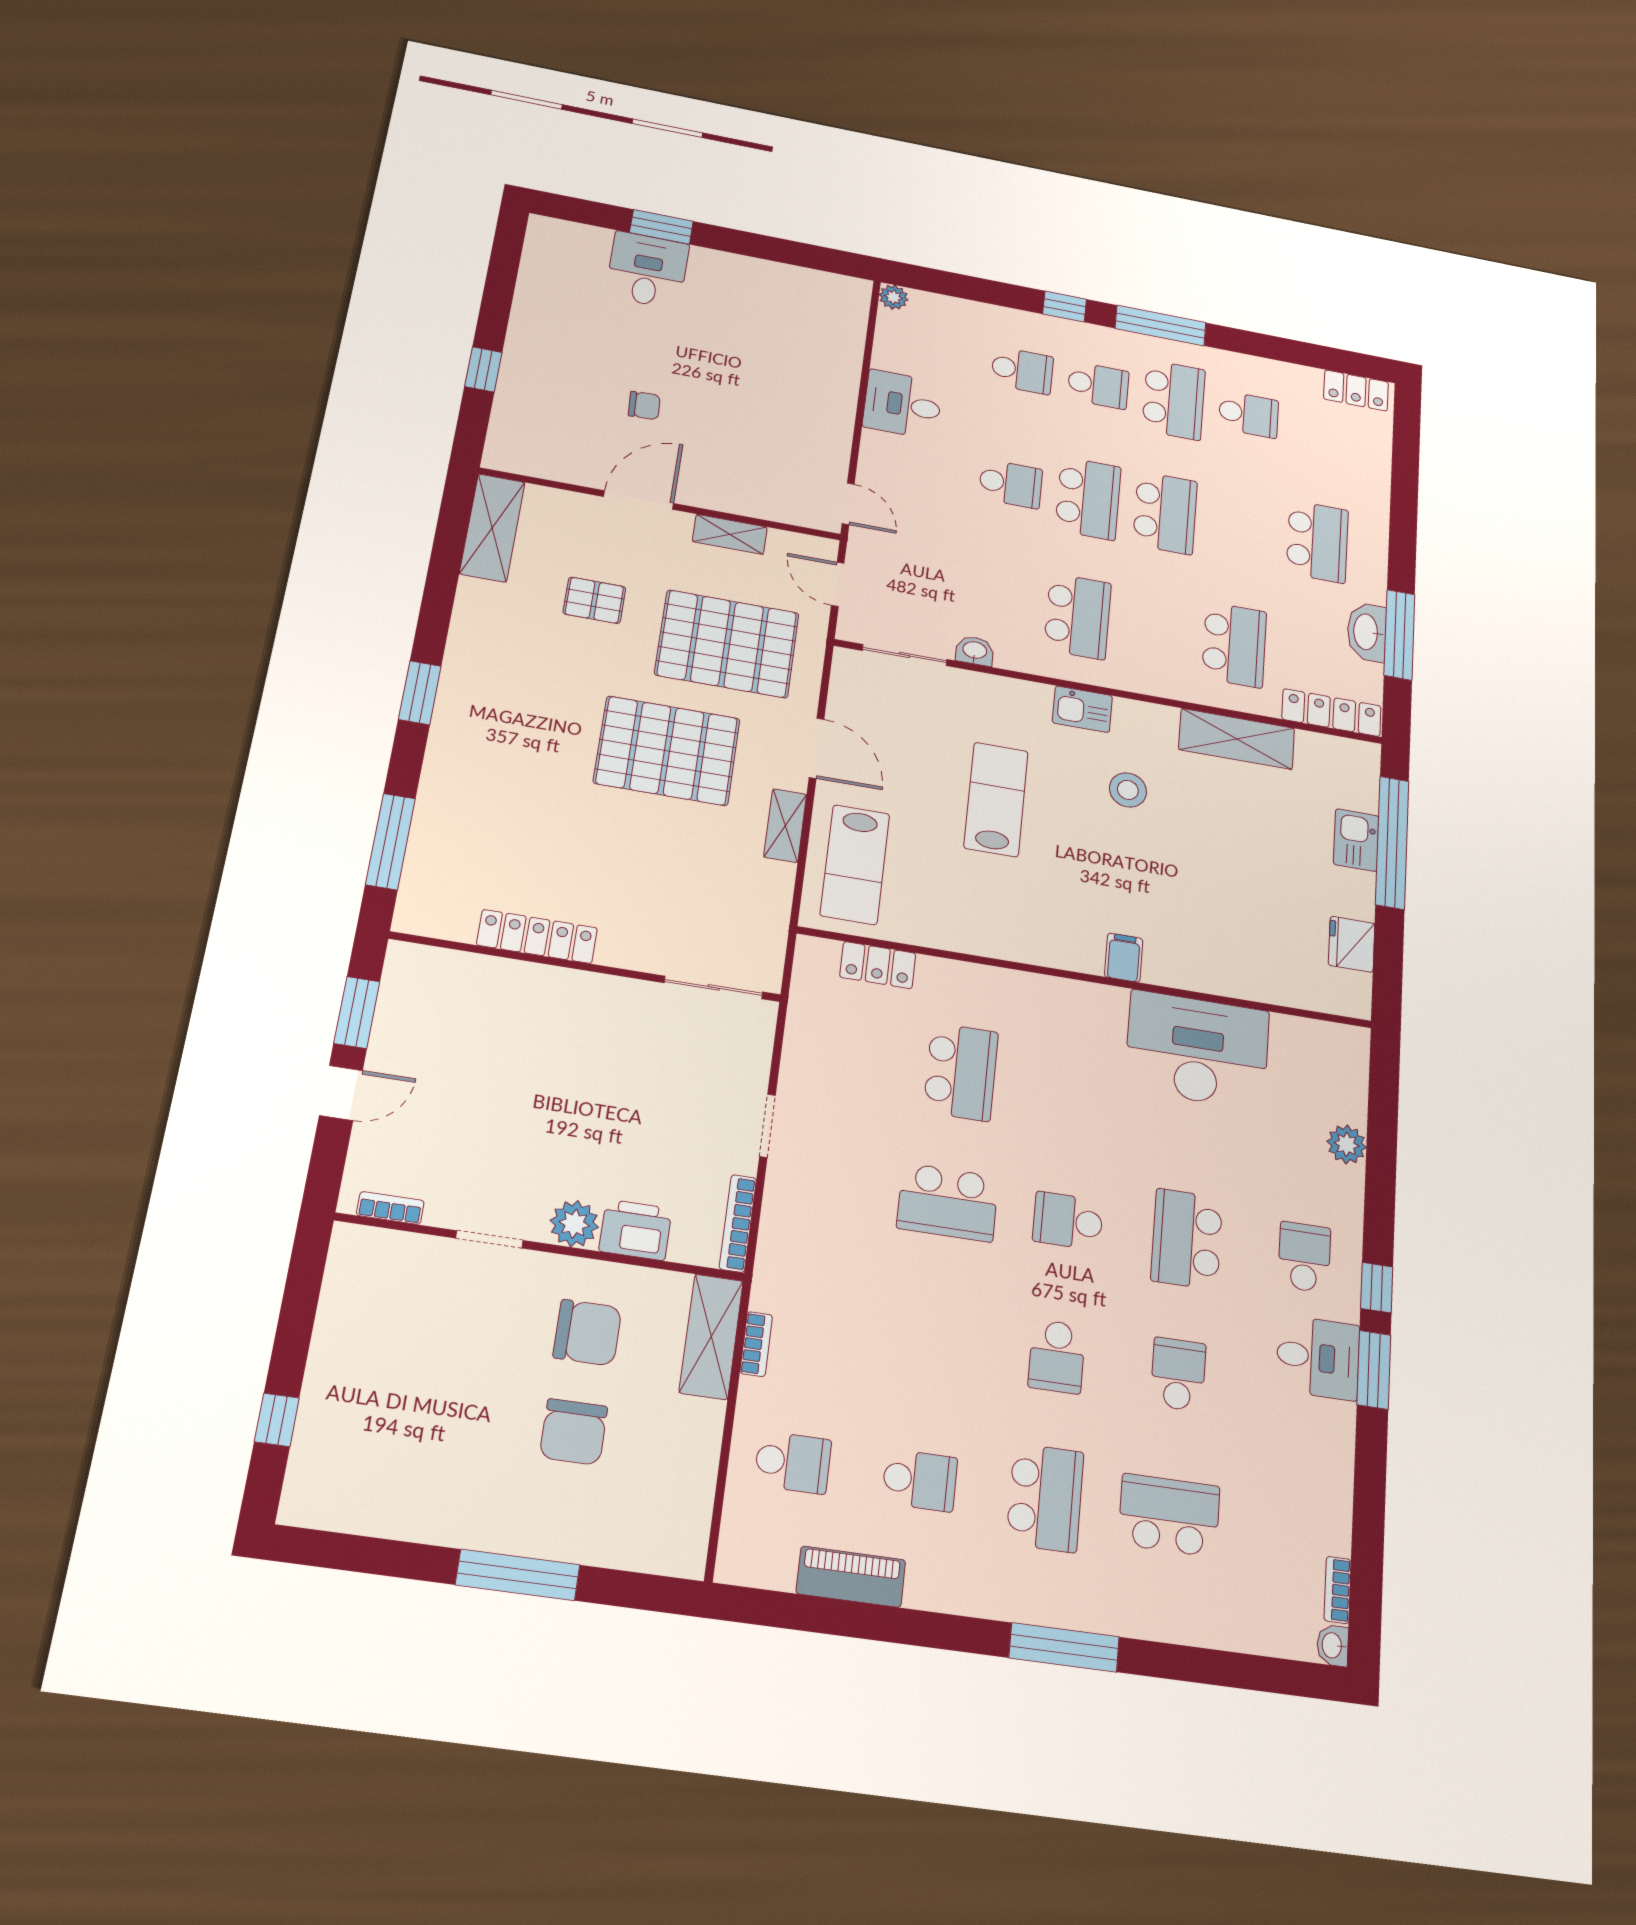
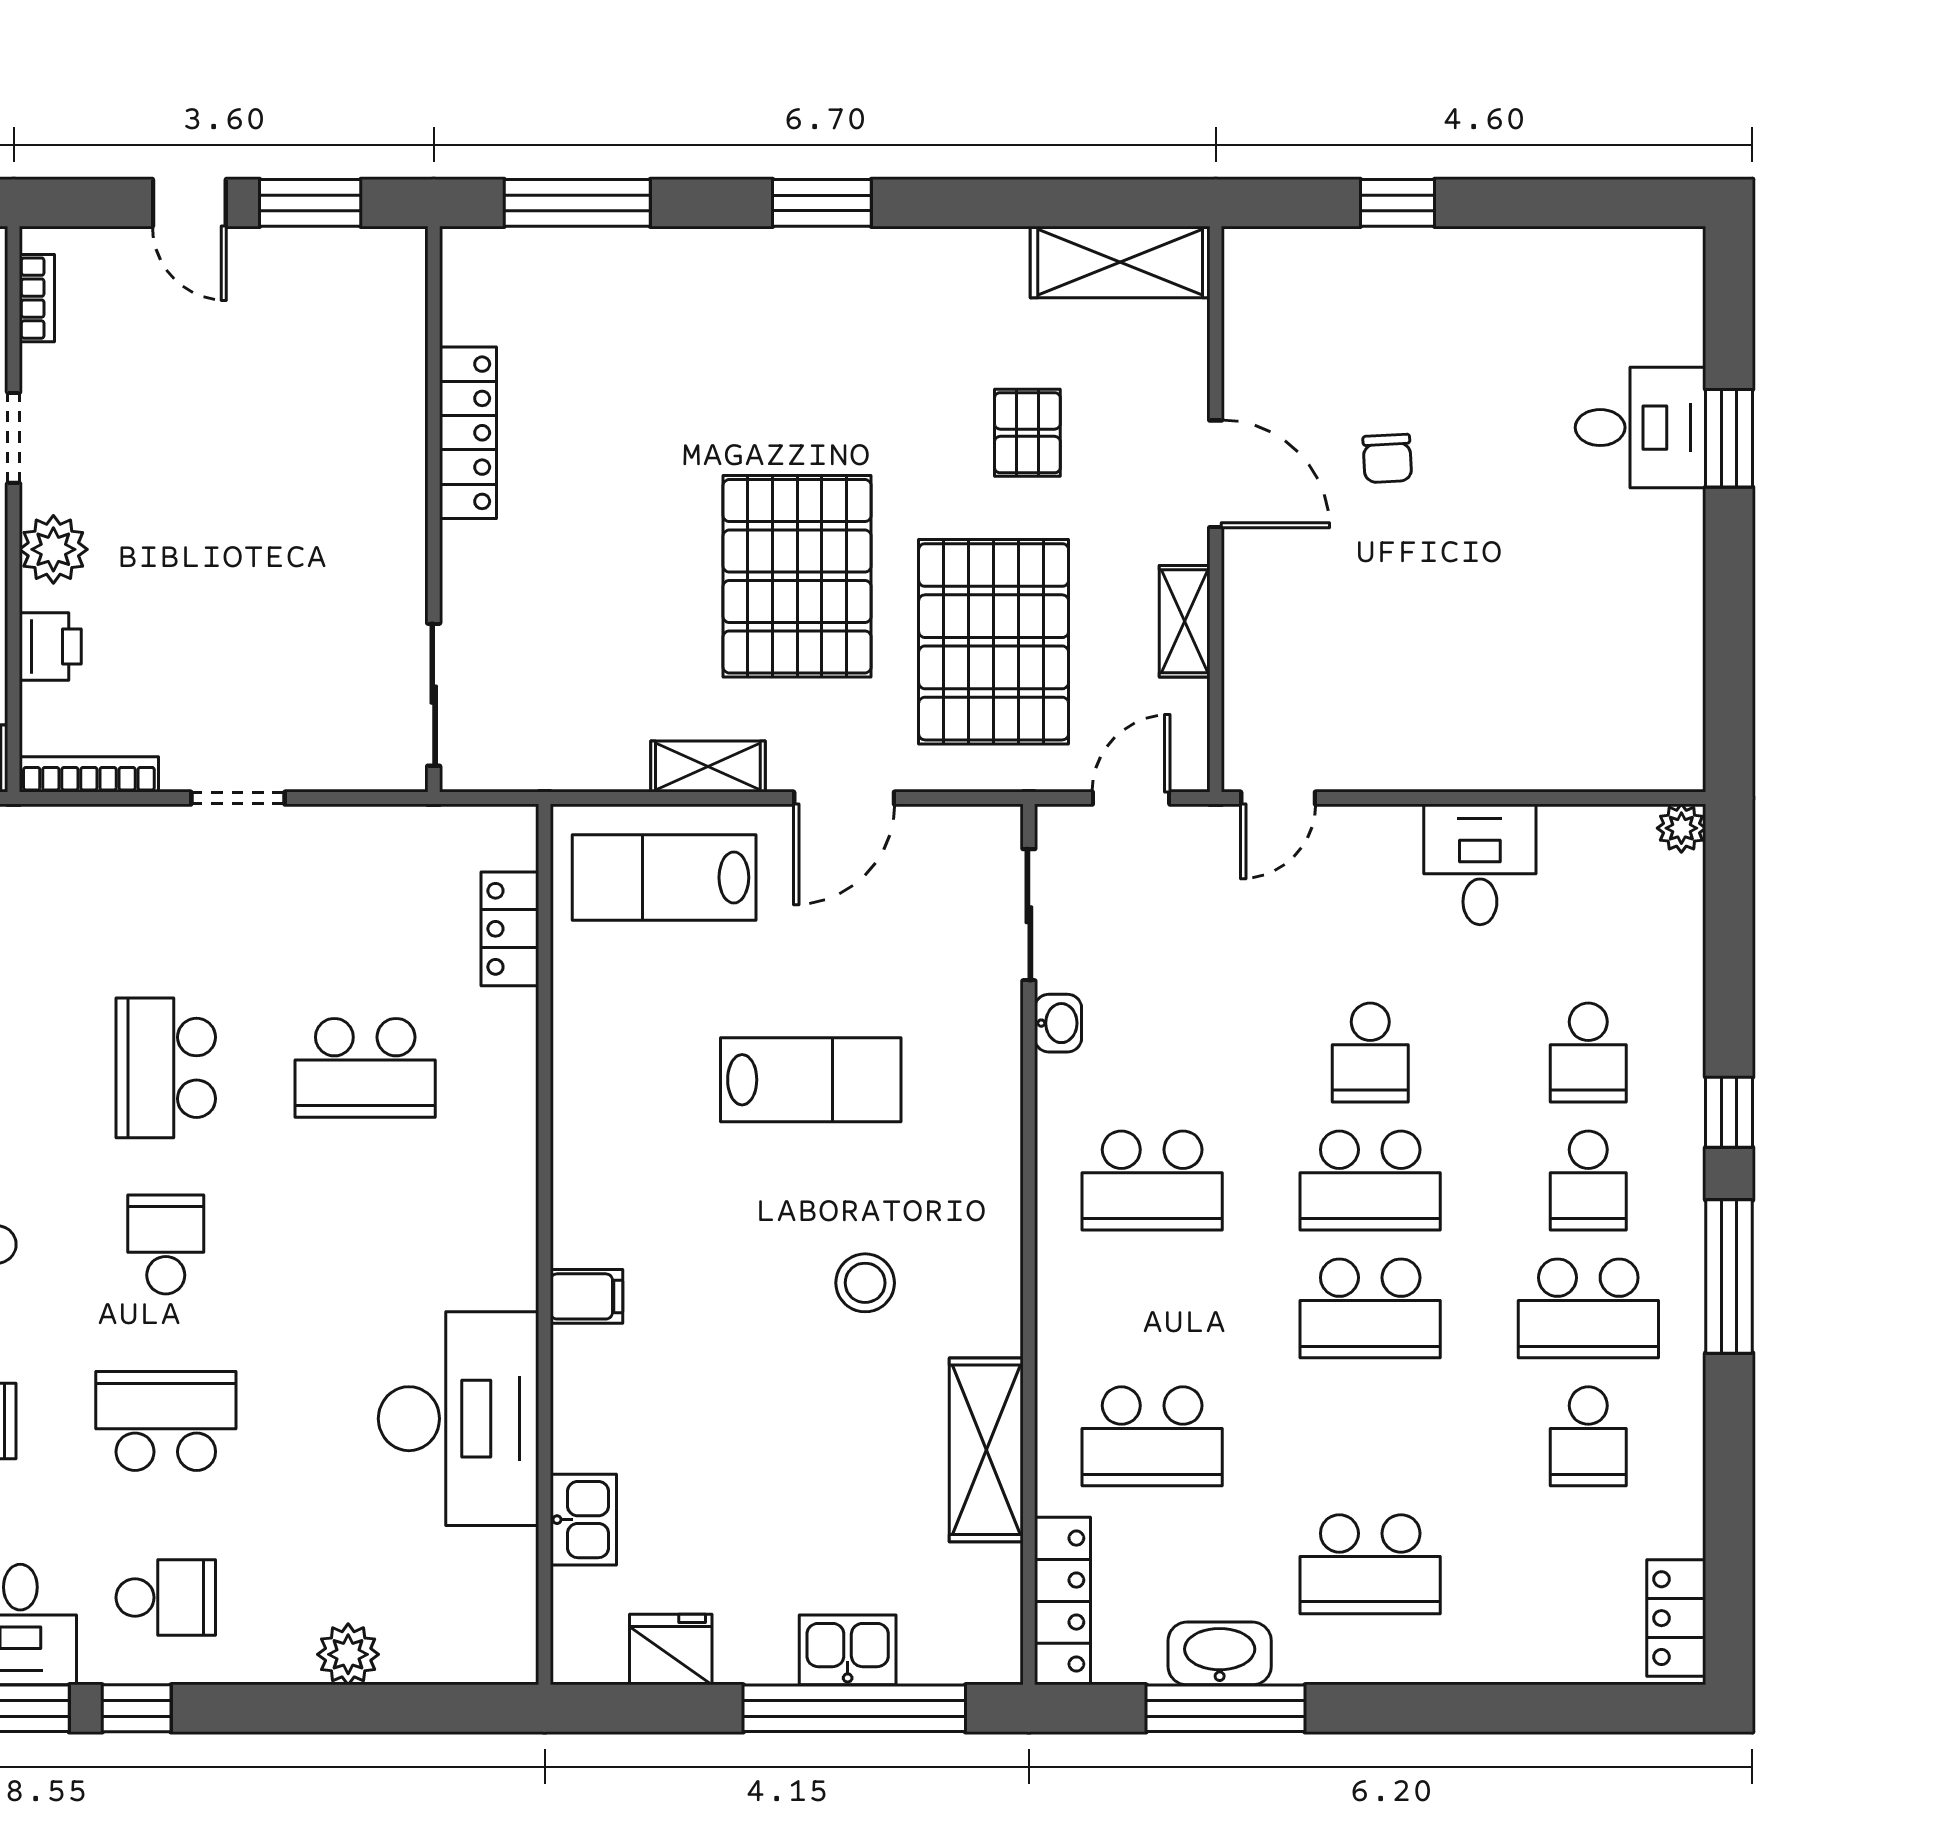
kitchen sink: (1082, 709) -> (583, 1520), moved, turned 180
printer: (635, 1230) -> (50, 646), width x0.73, depth x0.81

